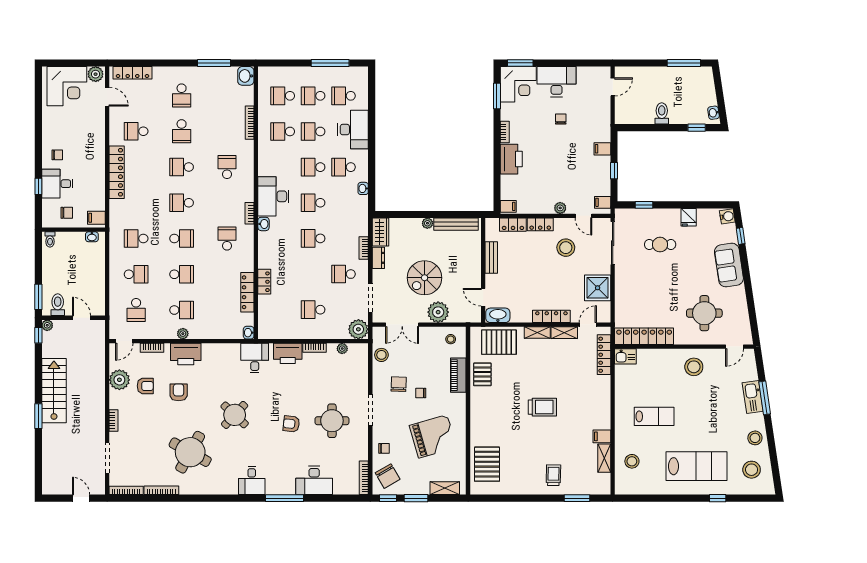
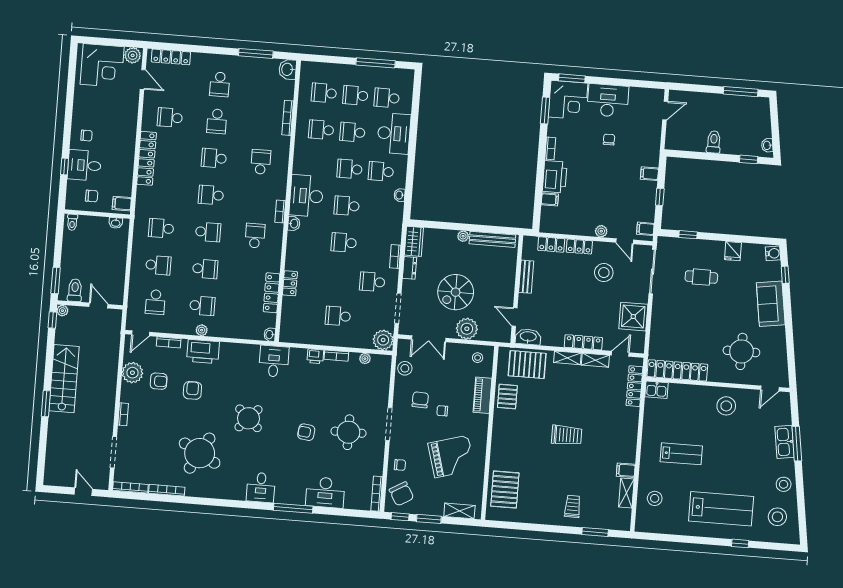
filing cabinet: (508, 206) -> (550, 199), moved
printer: (288, 353) -> (315, 356), width x0.53, depth x0.68

